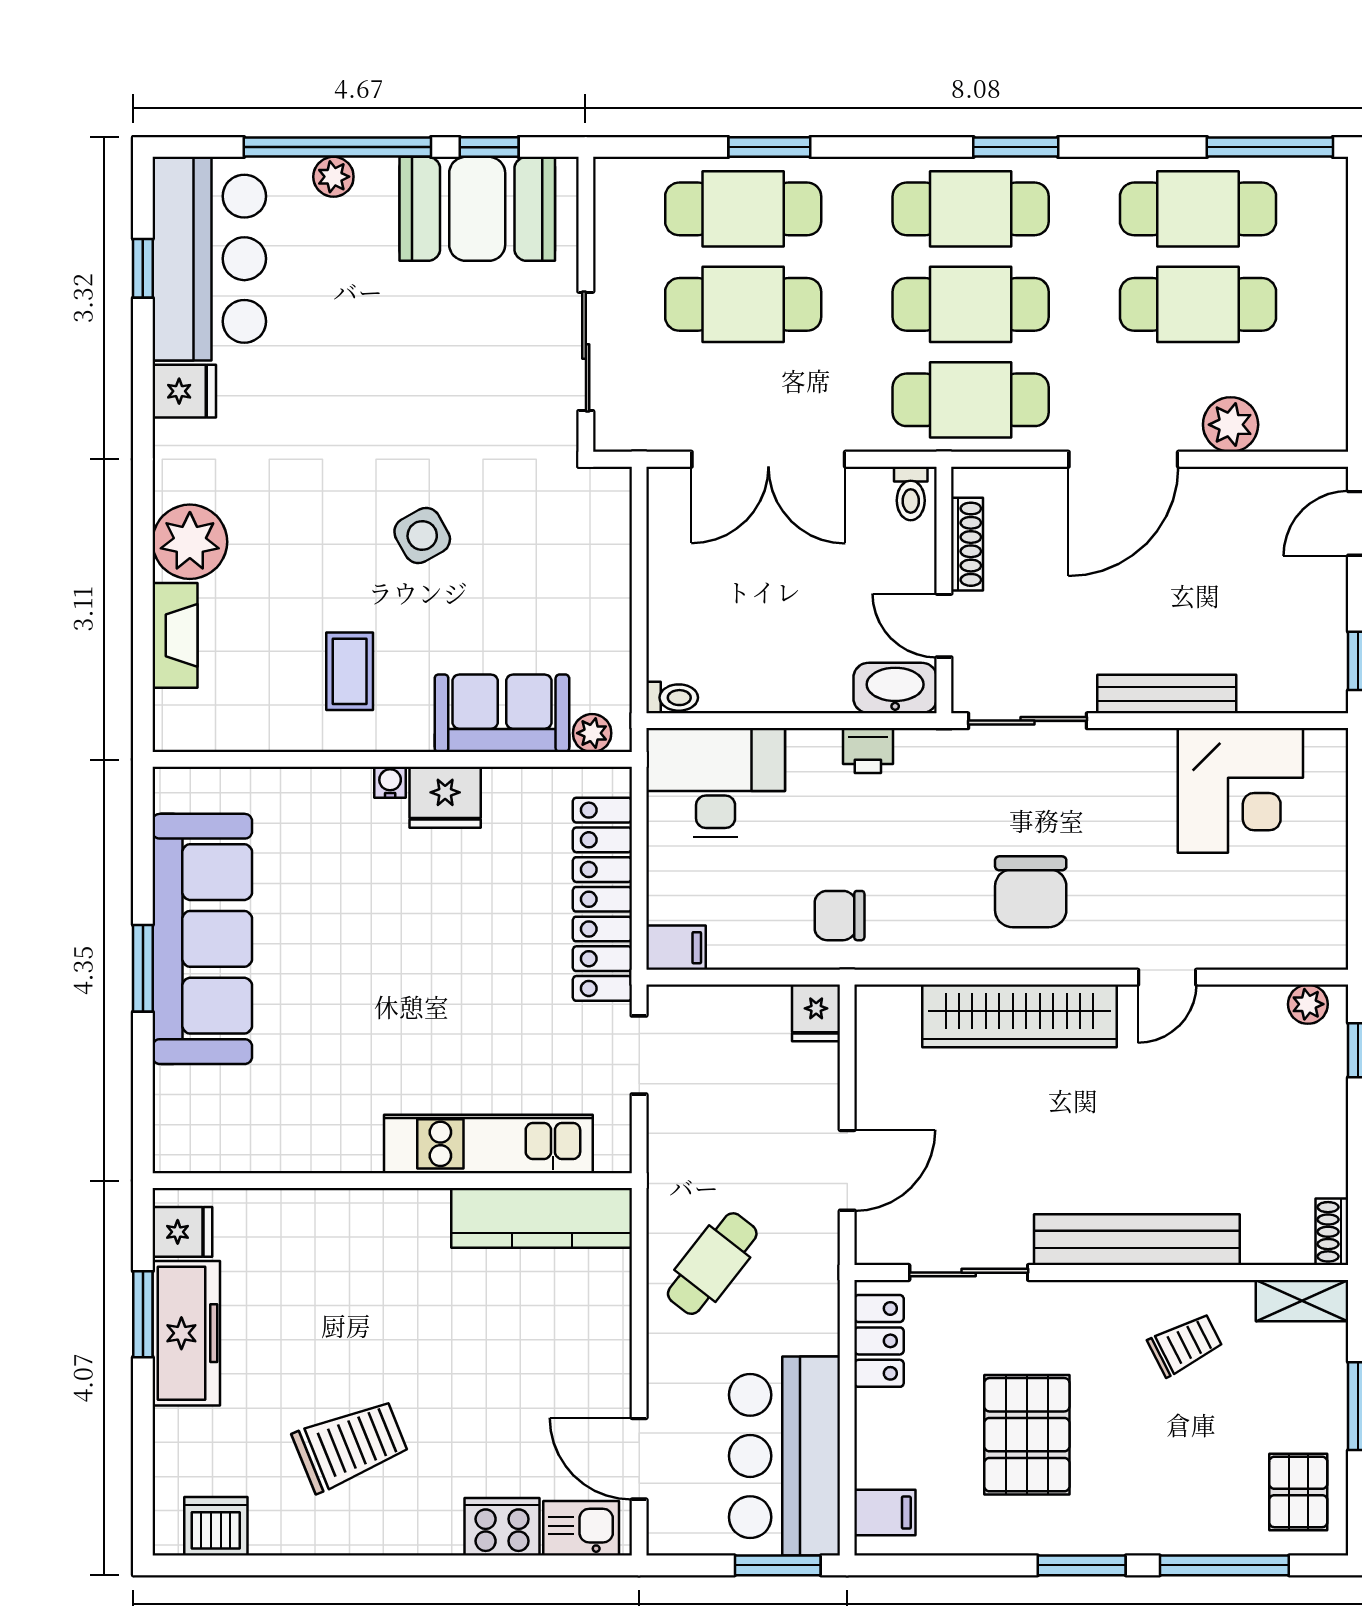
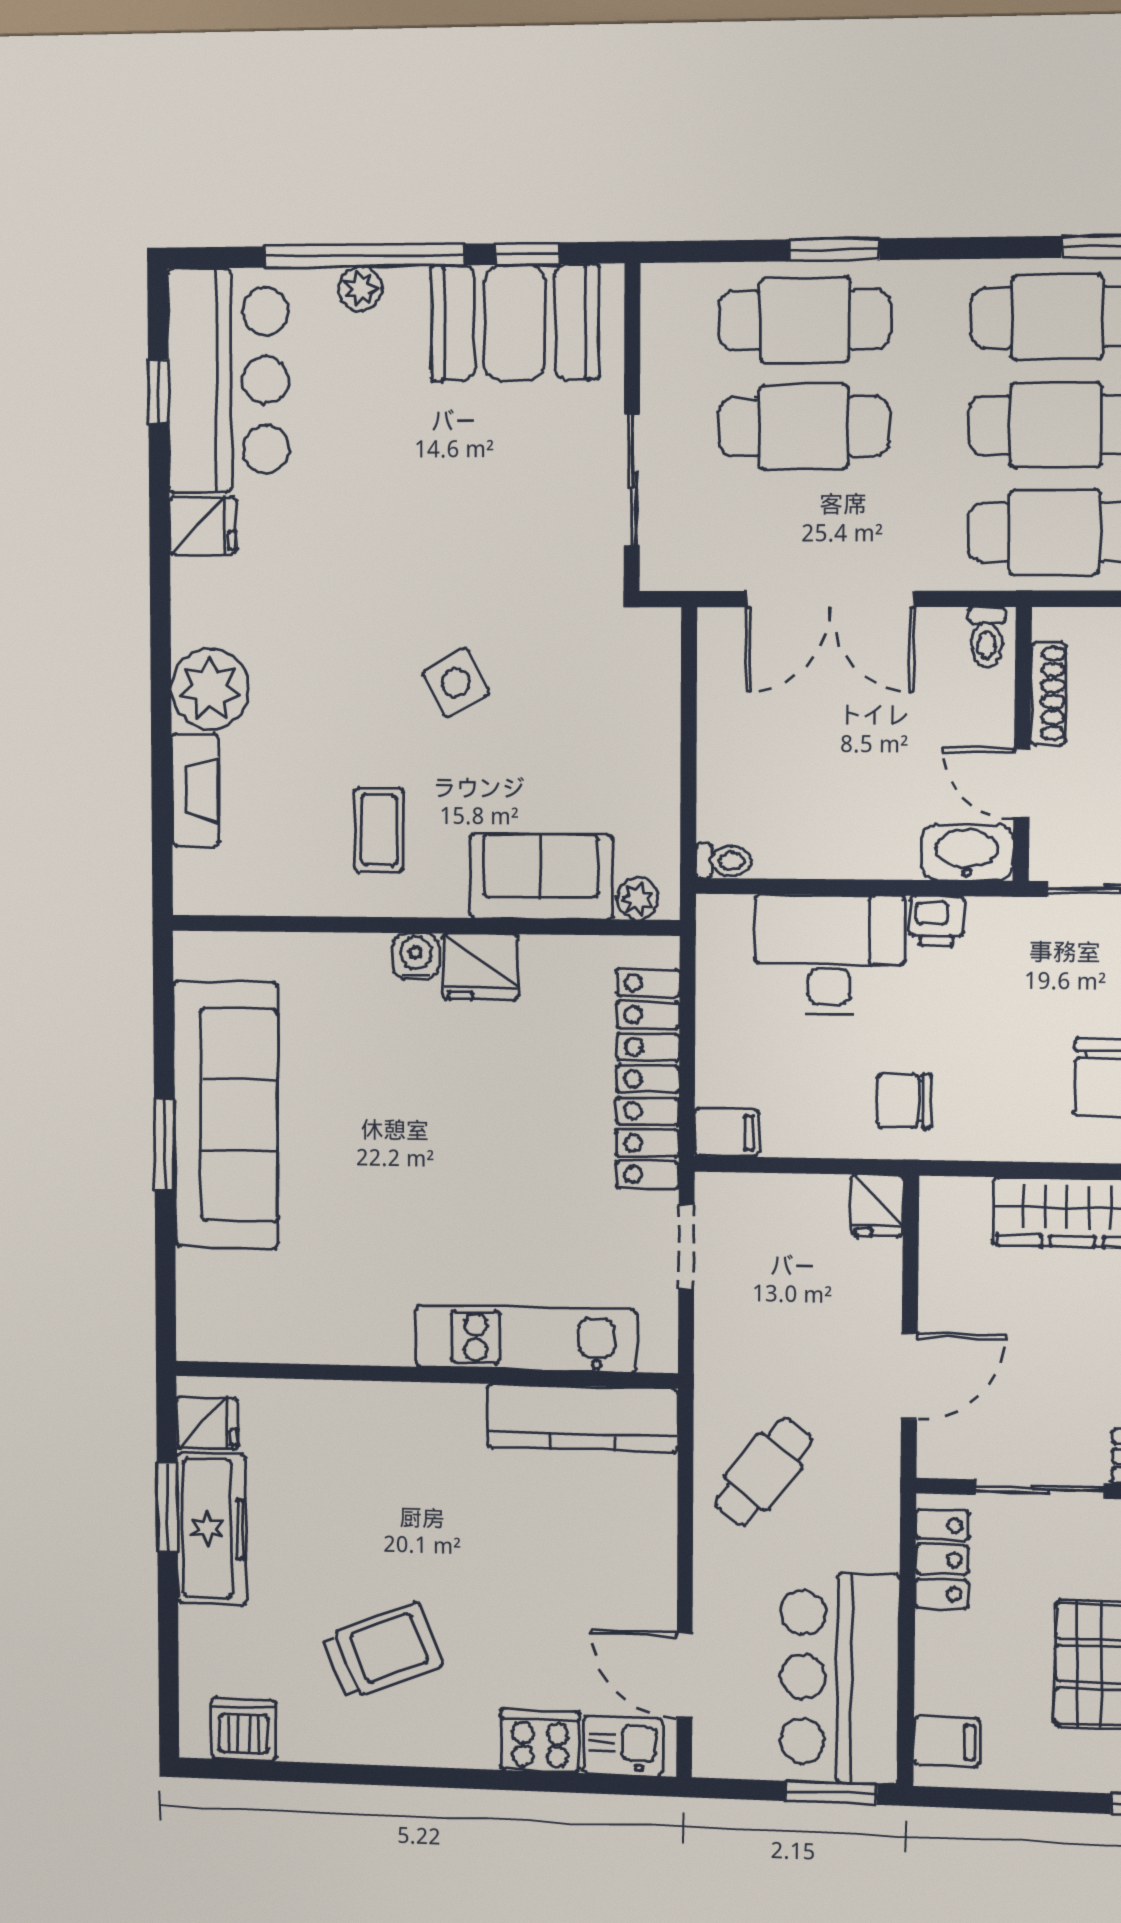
water cooler: (390, 782) -> (416, 956), width x1.38, depth x1.38
desk: (716, 782) -> (829, 955), moved

